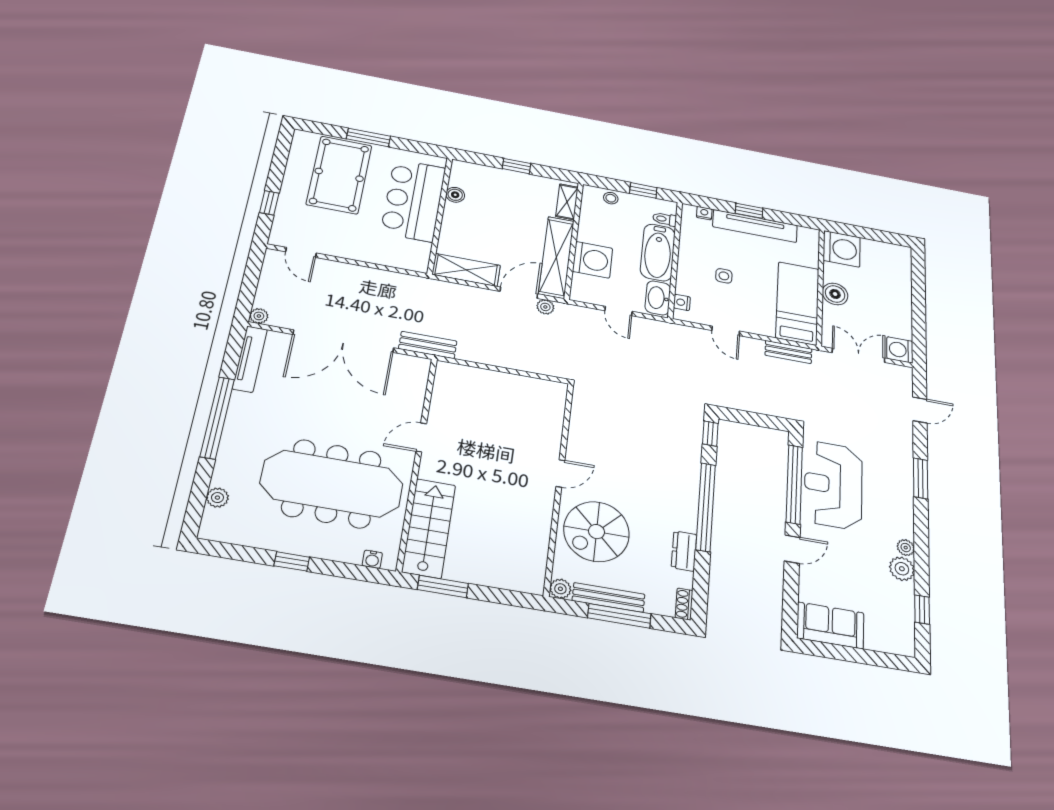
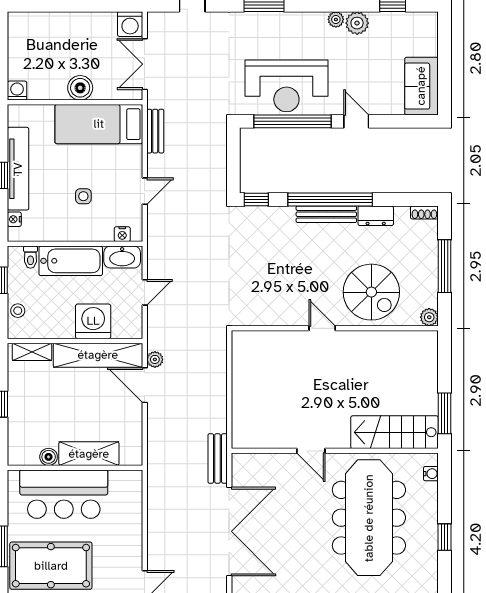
washing machine: (842, 249) -> (17, 91), width x0.53, depth x0.53
shelving: (466, 270) -> (89, 454), moved, turned 90
bench: (609, 597) -> (326, 214), moved, turned 90

